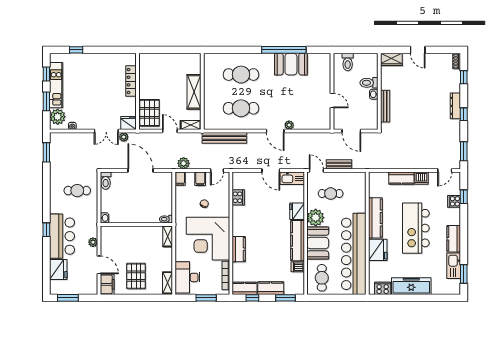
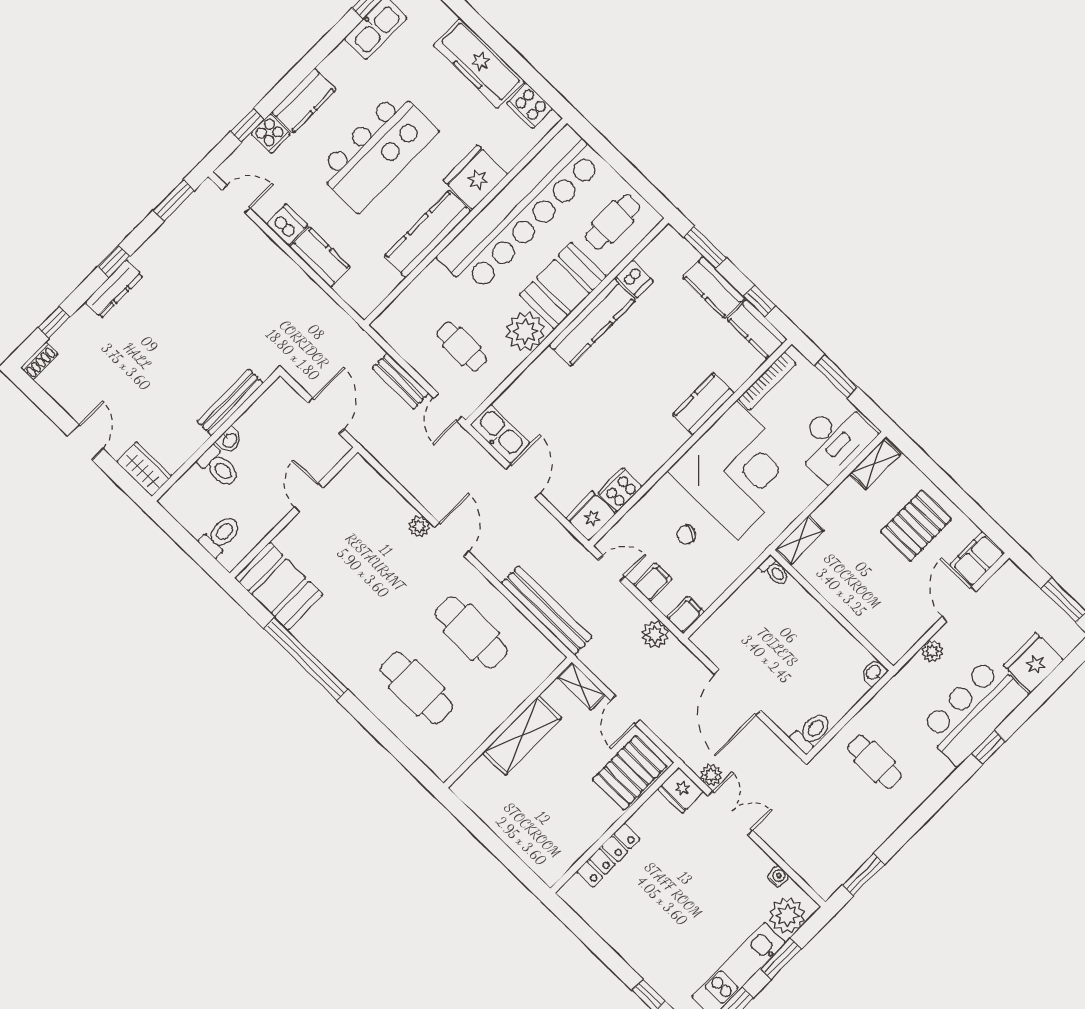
booth: (291, 64) -> (279, 586), moved
fridge: (297, 211) -> (590, 516), moved, turned 180
kitchen counter: (454, 239) -> (304, 101), moved

